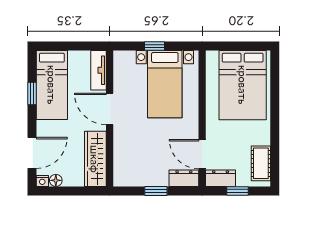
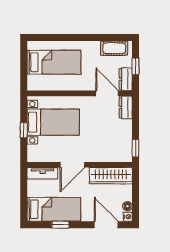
bed: (243, 85) -> (54, 62), width x0.67
door: (202, 154) -> (107, 93), swing flipped
window: (156, 191) -> (136, 148), moved

